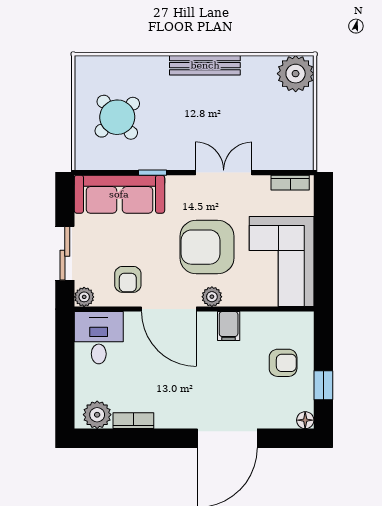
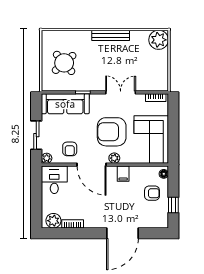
floor lamp: (305, 420) -> (164, 174), moved

